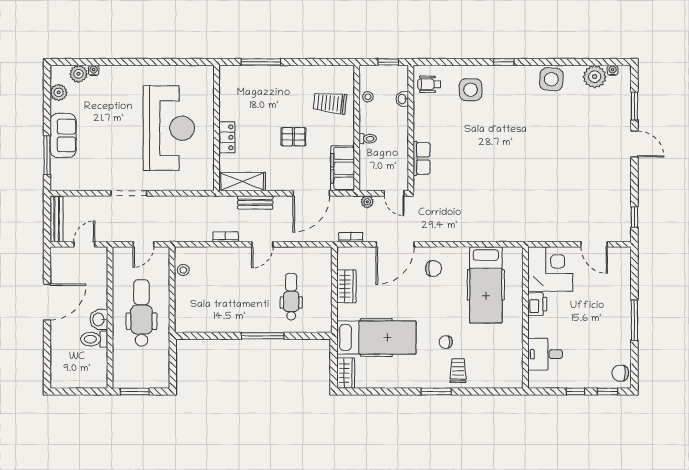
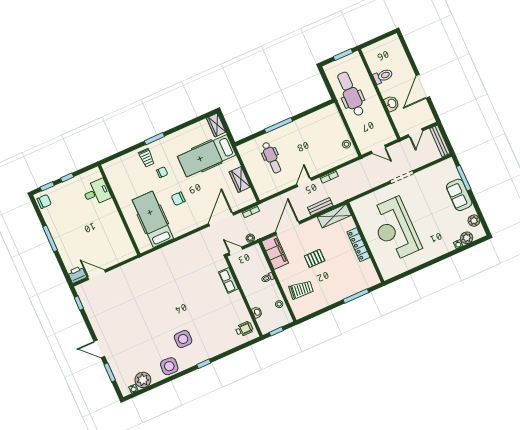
side table: (471, 90) -> (183, 339), moved
locker: (227, 137) -> (358, 245), width x1.53
door: (143, 244) -> (378, 149), swing flipped
chair: (434, 269) -> (178, 199), moved
corner desk: (550, 269) -> (117, 247), removed
printer: (537, 304) -> (77, 275), moved, turned 90
dental chair: (141, 313) -> (351, 94), moved, turned 180
washbasin: (99, 319) -> (392, 104), moved

